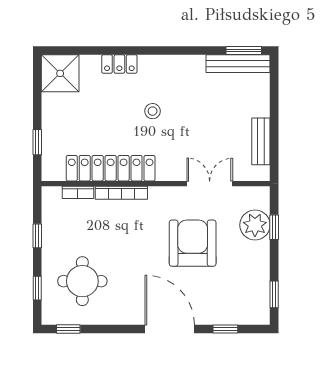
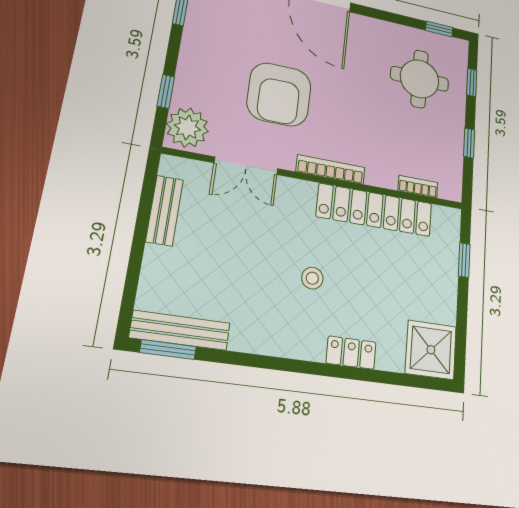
bookcase: (121, 193) -> (331, 170), moved
plant: (255, 225) -> (187, 128), moved

